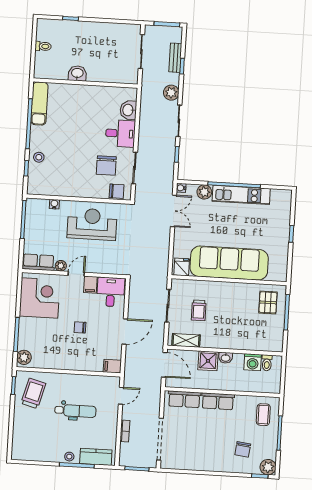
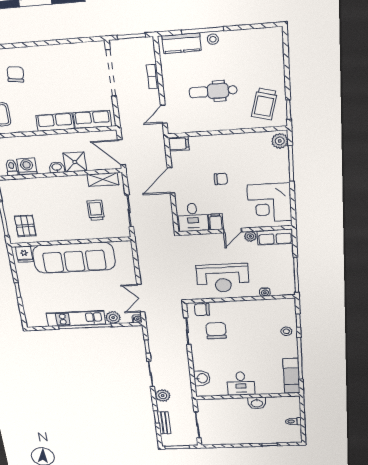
desk: (120, 133) -> (241, 384), moved, turned -90
fridge: (182, 267) -> (24, 254), moved

